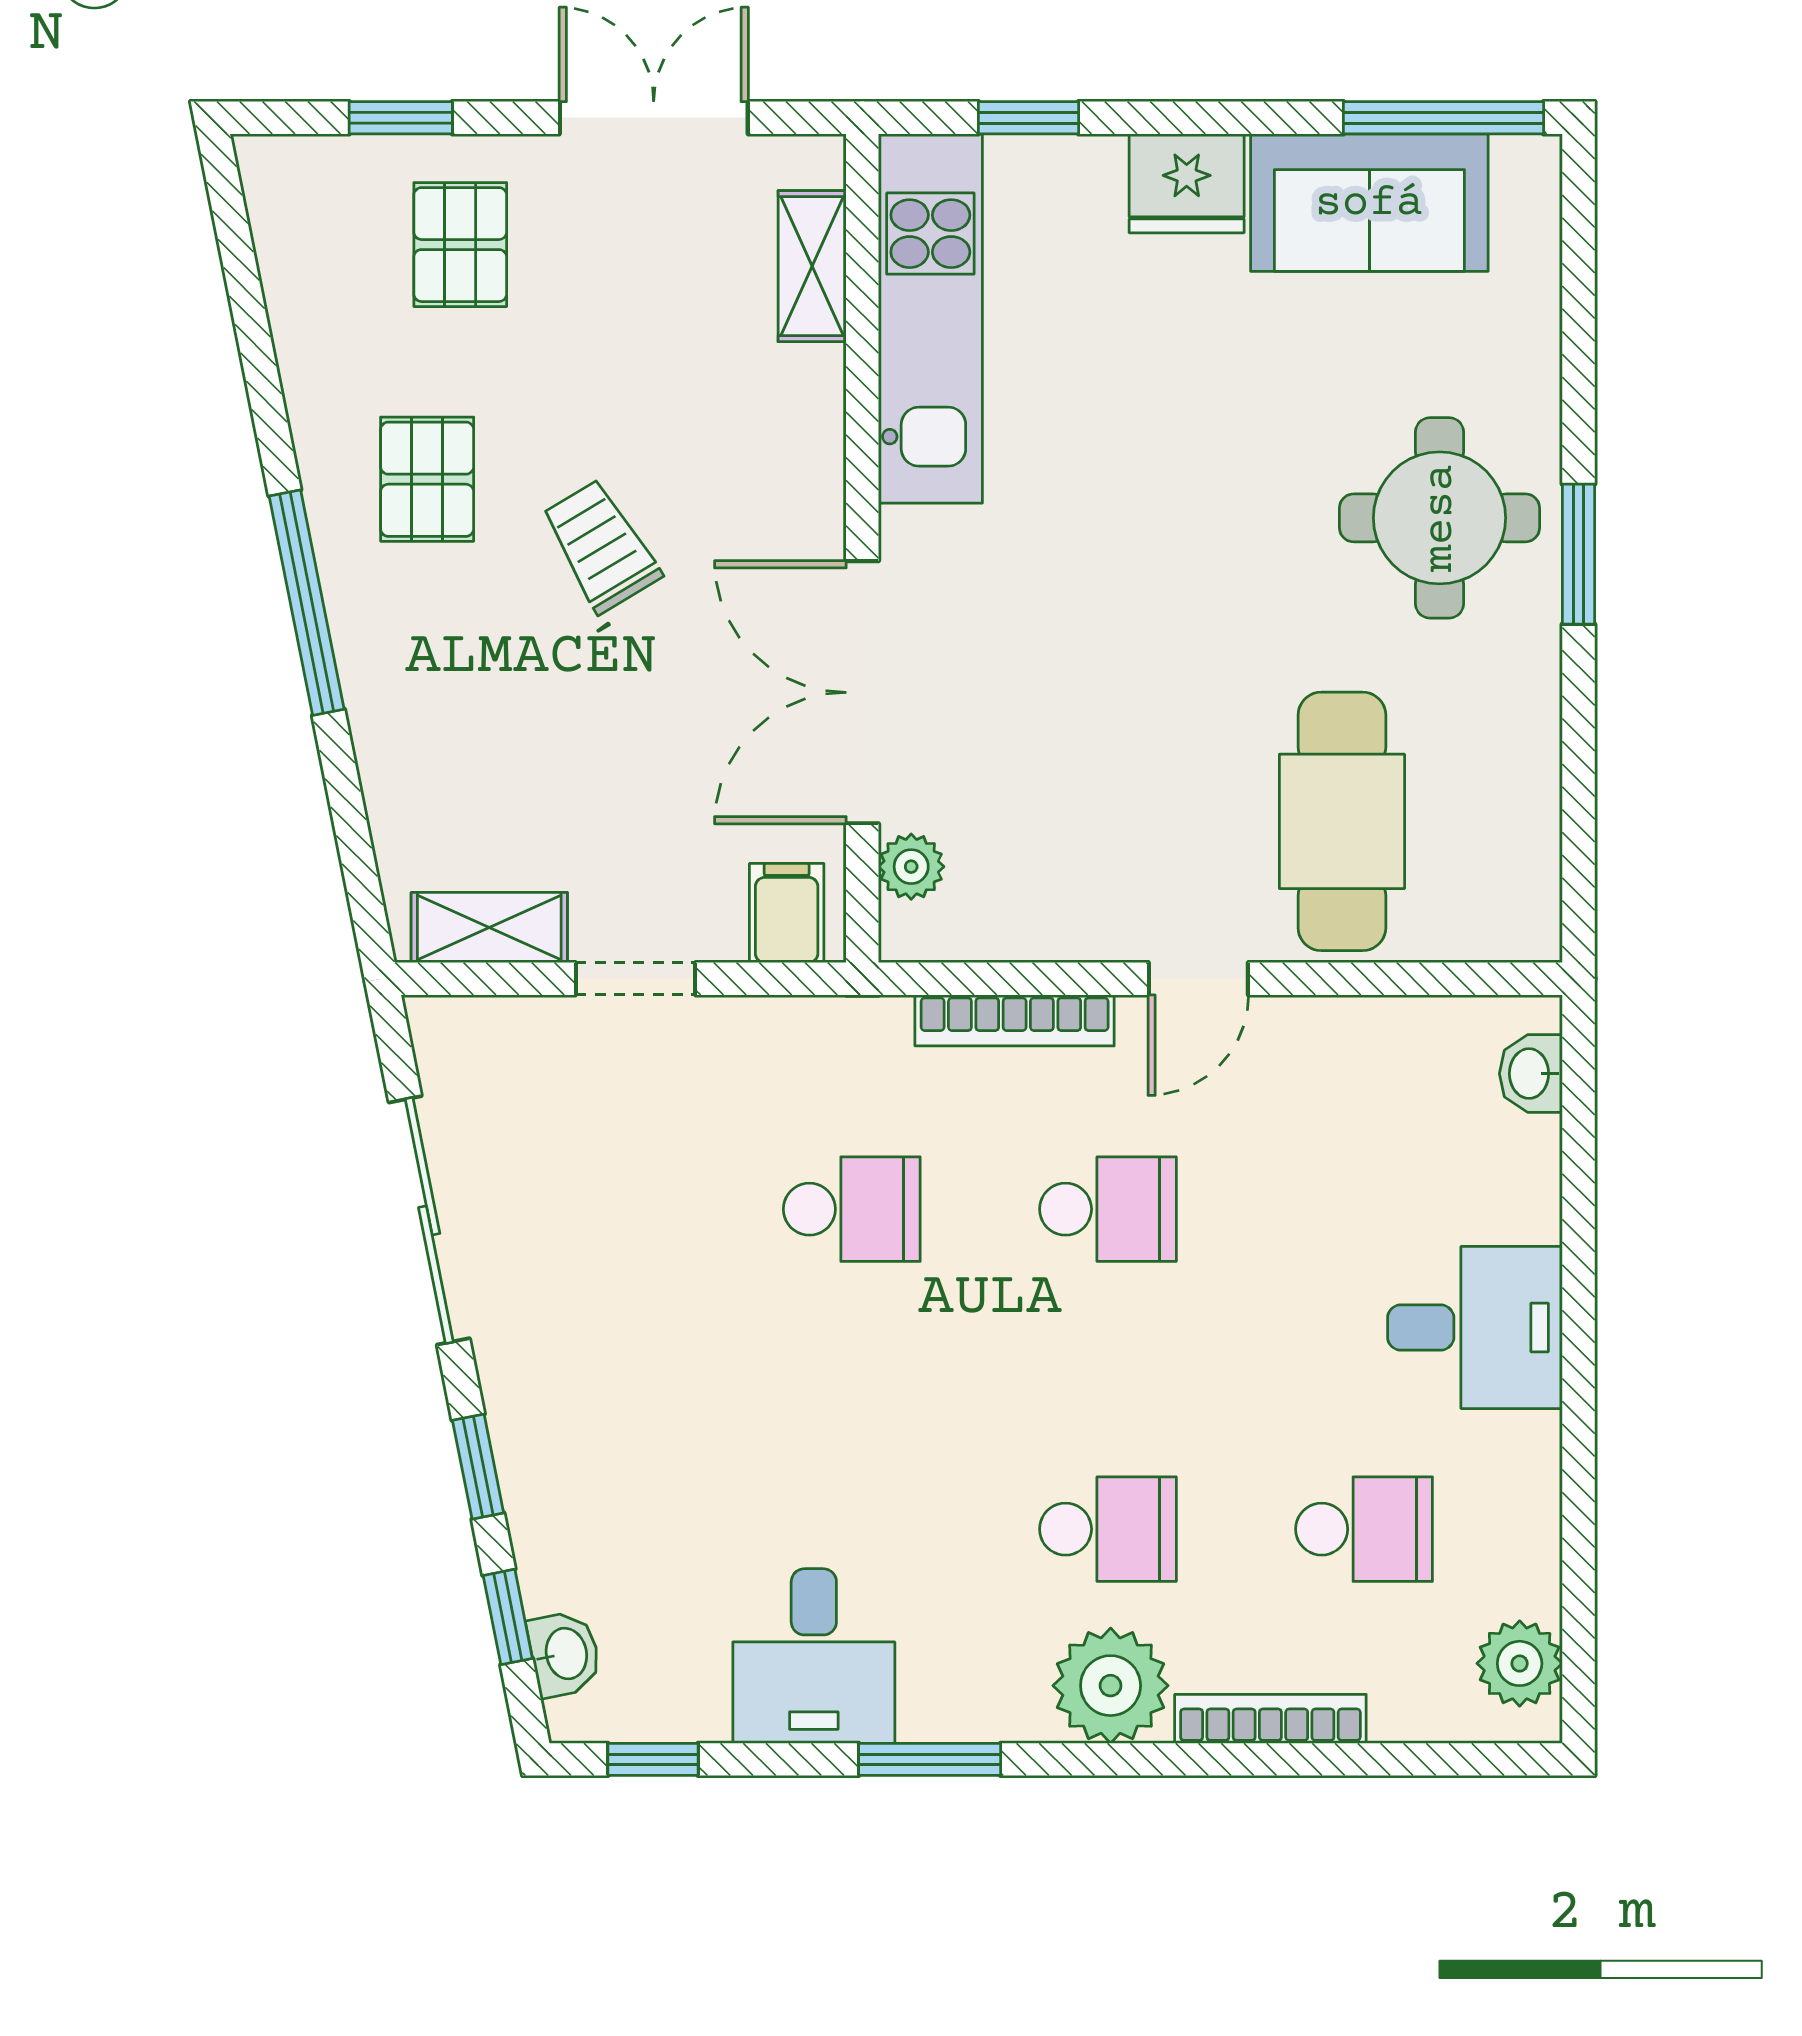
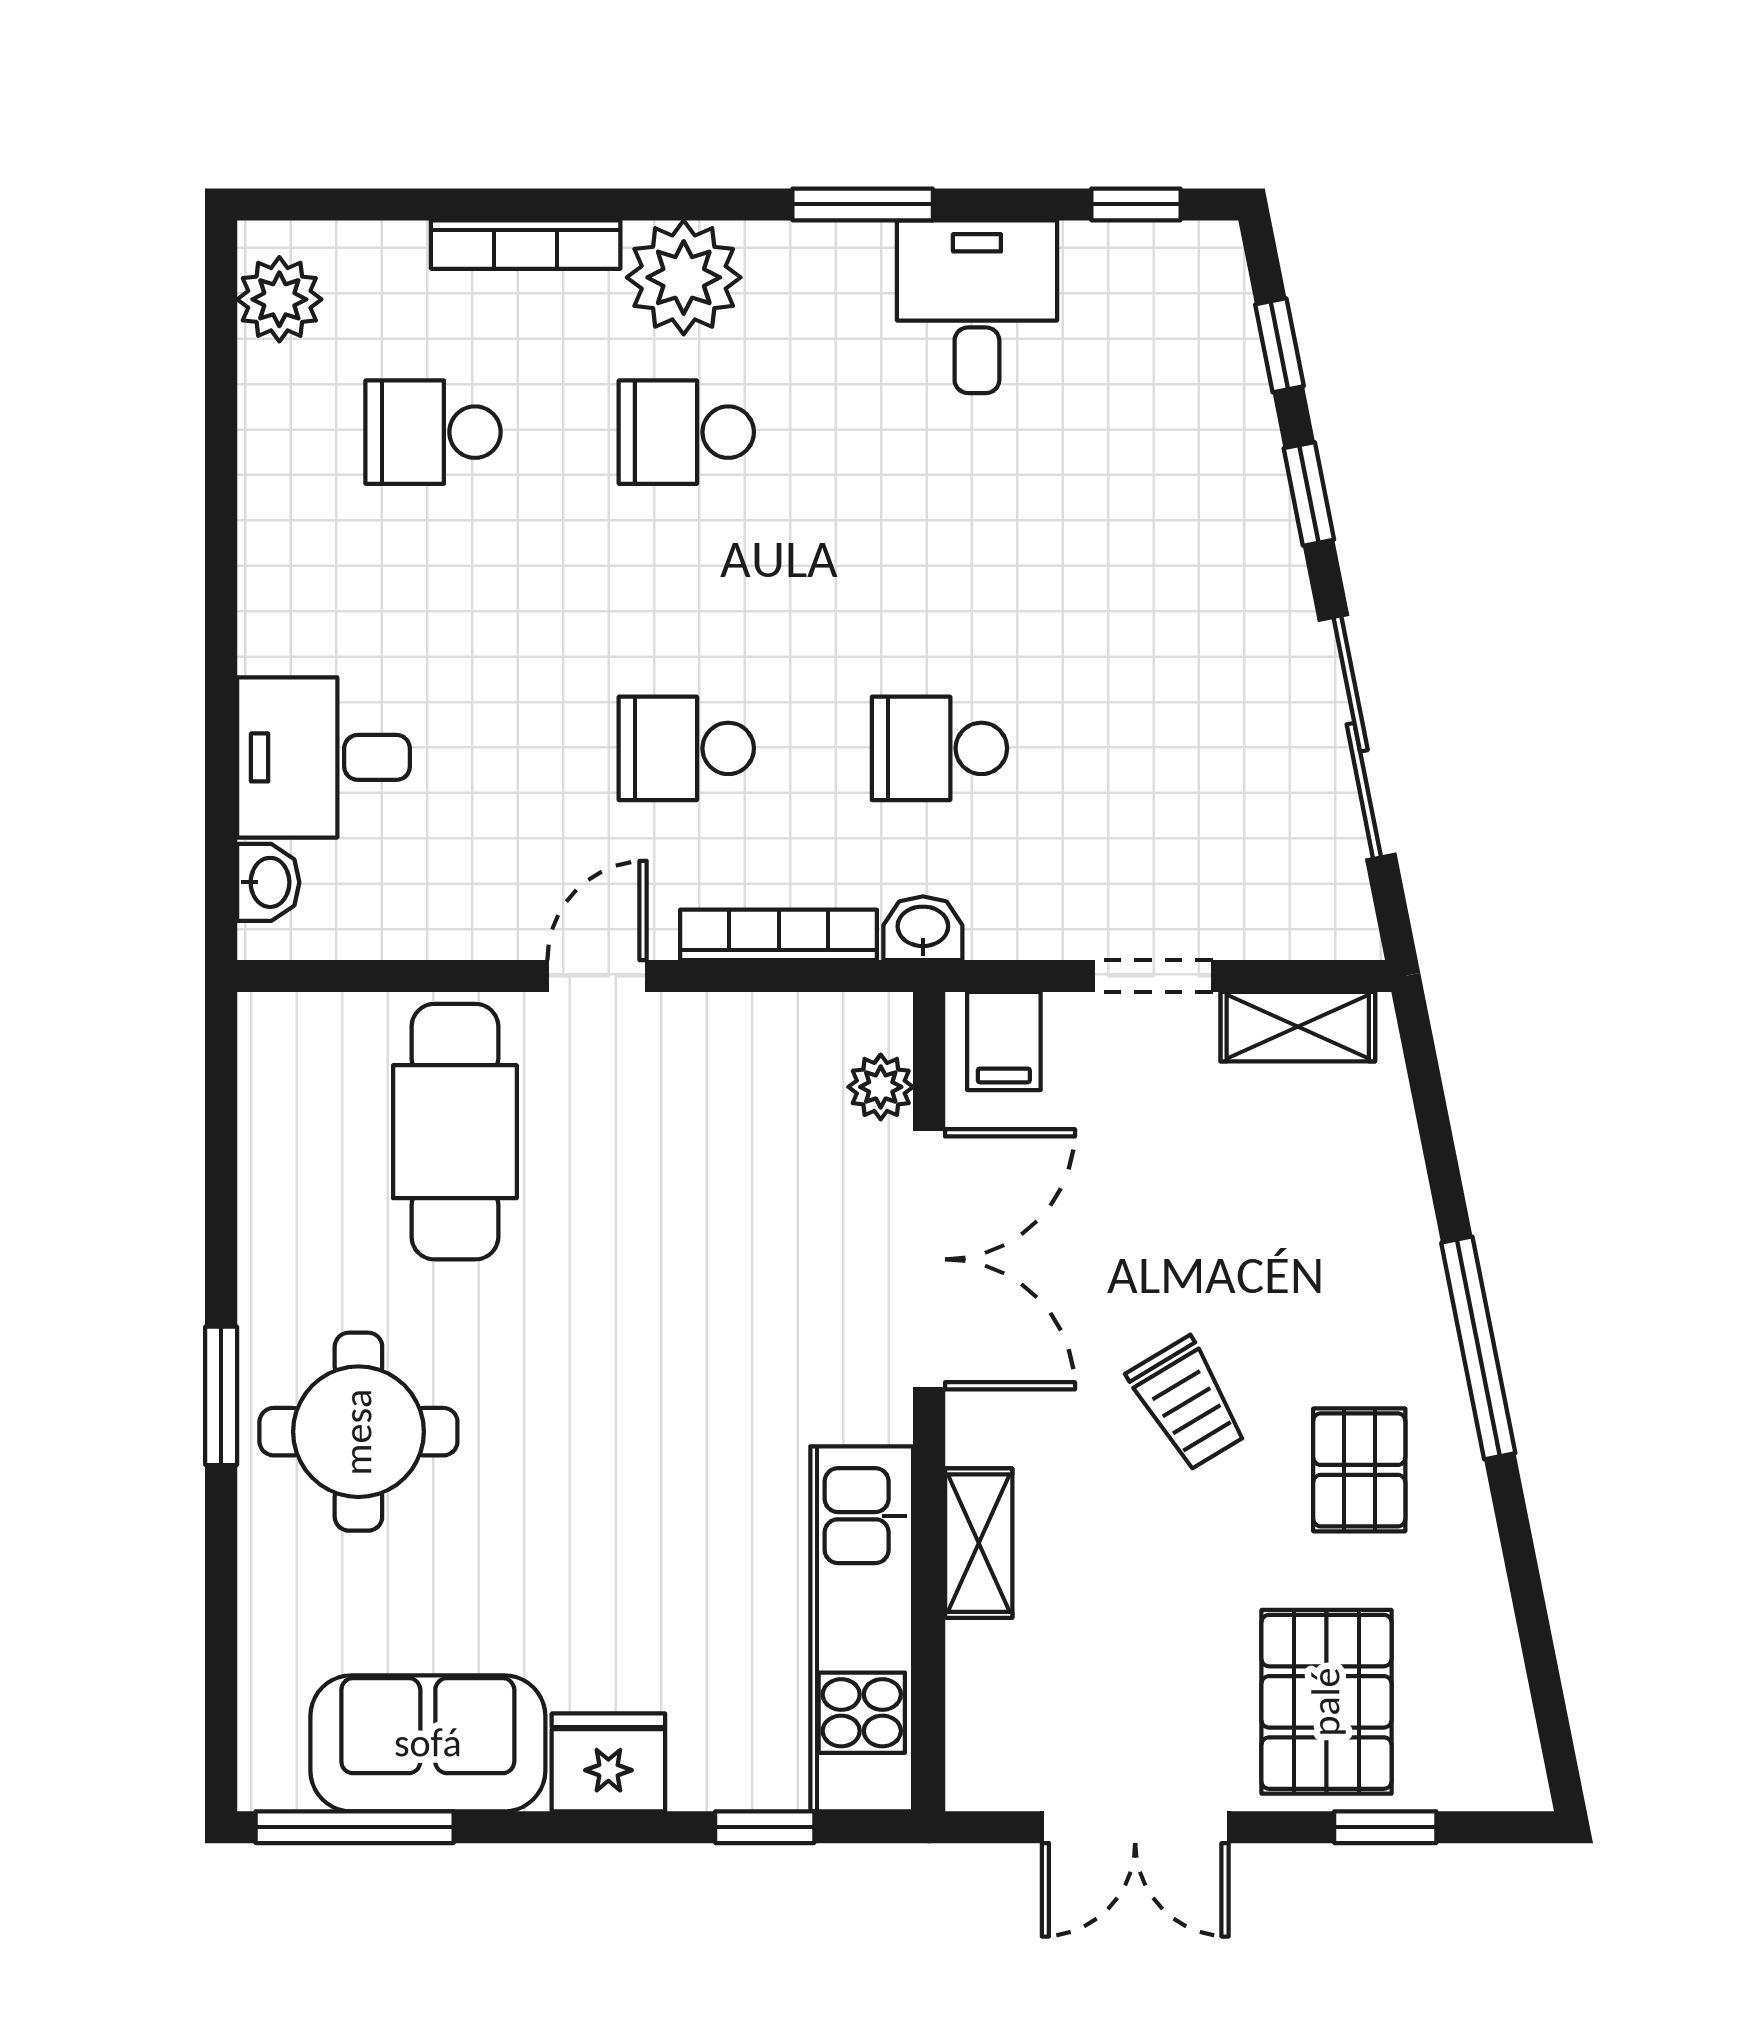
pallet: (460, 245) -> (1326, 1702), width x1.50, depth x1.42
shelving: (812, 266) -> (979, 1543), moved
desk: (1475, 1328) -> (323, 757), moved
washbasin: (565, 1654) -> (923, 928), moved, turned 101

